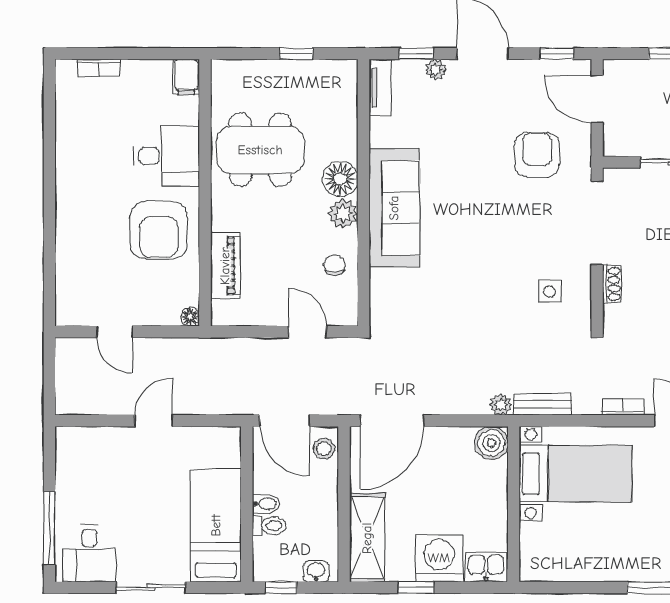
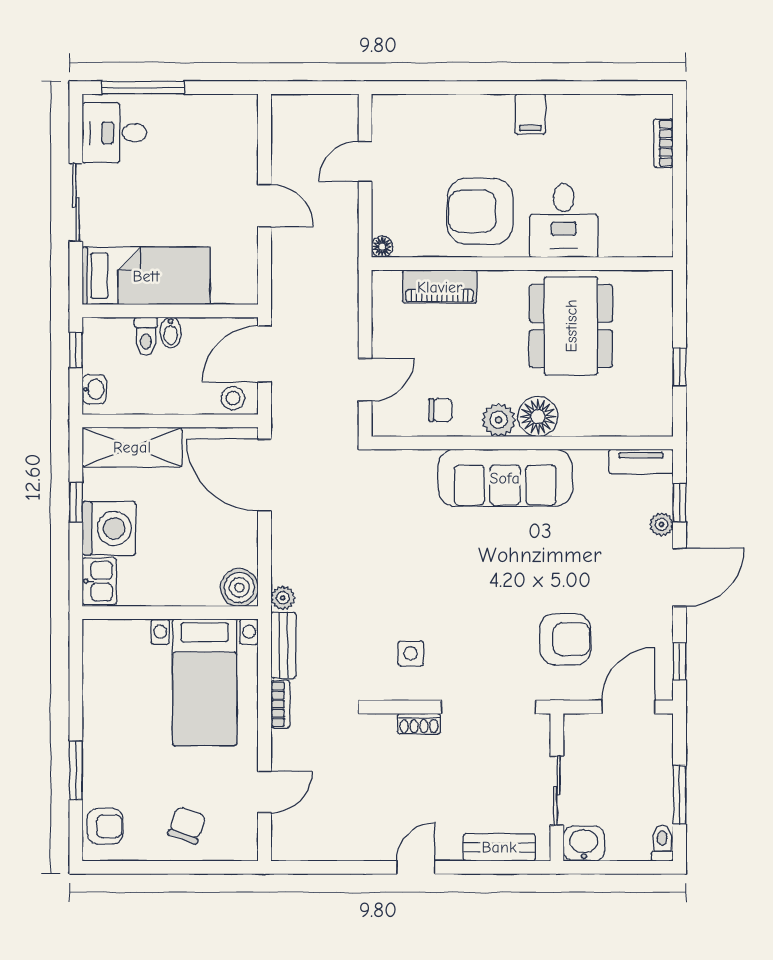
filing cabinet: (186, 77) -> (530, 114), moved, turned -90
bookcase: (623, 407) -> (280, 704), moved

